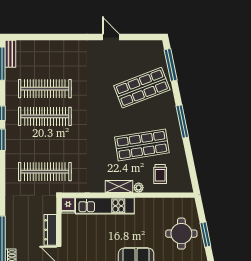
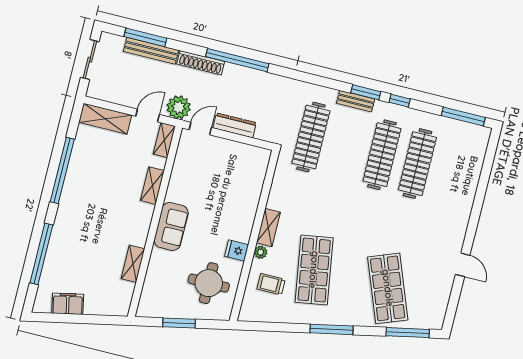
door: (111, 37) -> (463, 265), hinge flipped
bench: (10, 54) -> (356, 101), moved
fridge: (68, 205) -> (237, 250), moved
kitchen unit: (105, 206) -> (248, 203), removed
round table: (181, 234) -> (209, 283), moved

